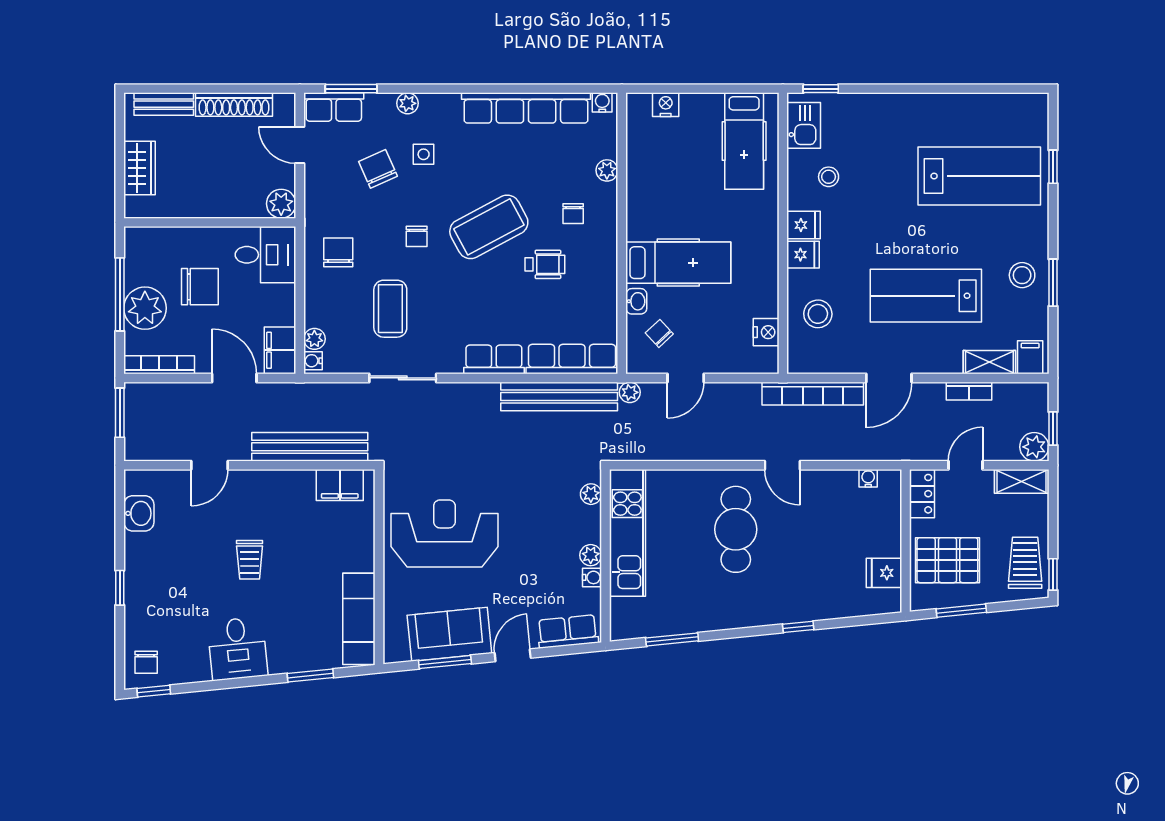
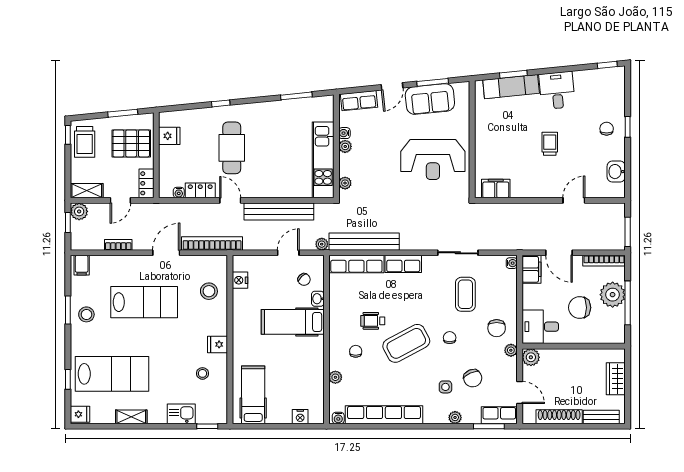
kitchen sink: (804, 125) -> (181, 414), moved, turned 90
lab bench: (979, 176) -> (112, 374), turned 180
fridge: (803, 255) -> (80, 414), moved, turned 180
plant: (314, 339) -> (511, 350), moved
shelving: (989, 362) -> (131, 417), moved
bench: (310, 447) -> (279, 211), moved
locker: (832, 482) -> (200, 190), added
cafe table: (736, 529) -> (232, 148), moved
exam couch: (359, 619) -> (511, 87), moved, turned 84
chair: (146, 662) -> (607, 129), moved

